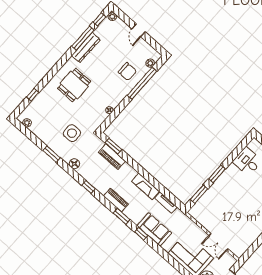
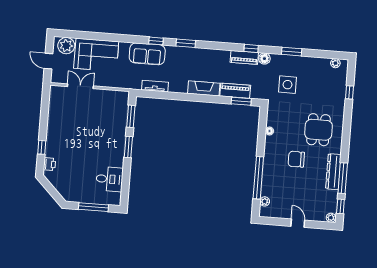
chair: (127, 71) -> (296, 159), moved
fireplace: (146, 186) -> (204, 88), moved
window: (89, 187) -> (251, 48), moved
piano: (116, 200) -> (244, 57), moved

